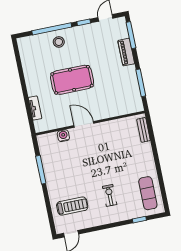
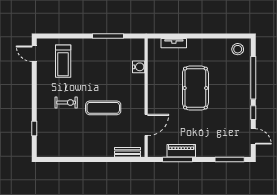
stool: (59, 42) -> (238, 49), moved
piano: (126, 52) -> (181, 151), moved
door: (84, 124) -> (146, 125), moved
exercise mat: (148, 193) -> (103, 108), moved

